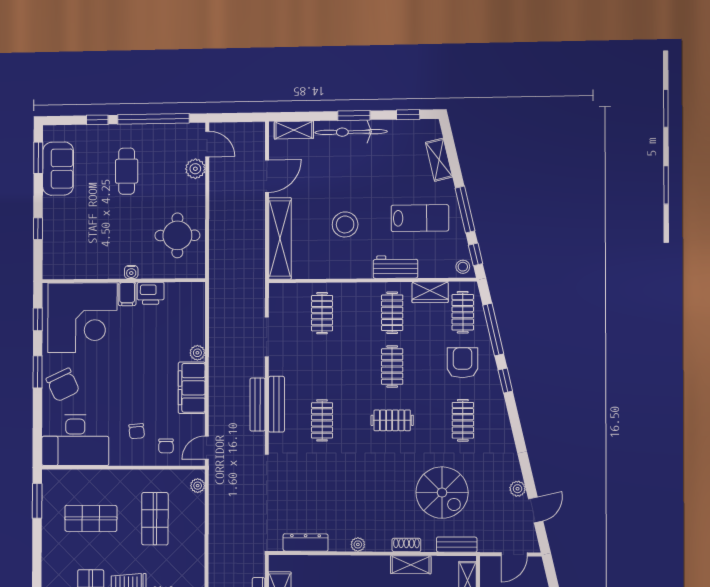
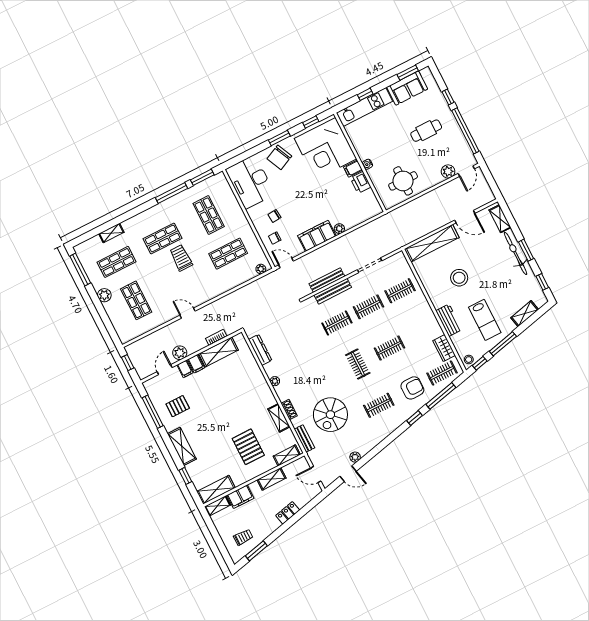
kitchen unit: (54, 238) -> (364, 107), added
clothes rail: (392, 313) -> (368, 307), moved
window: (37, 553) -> (171, 193), added

